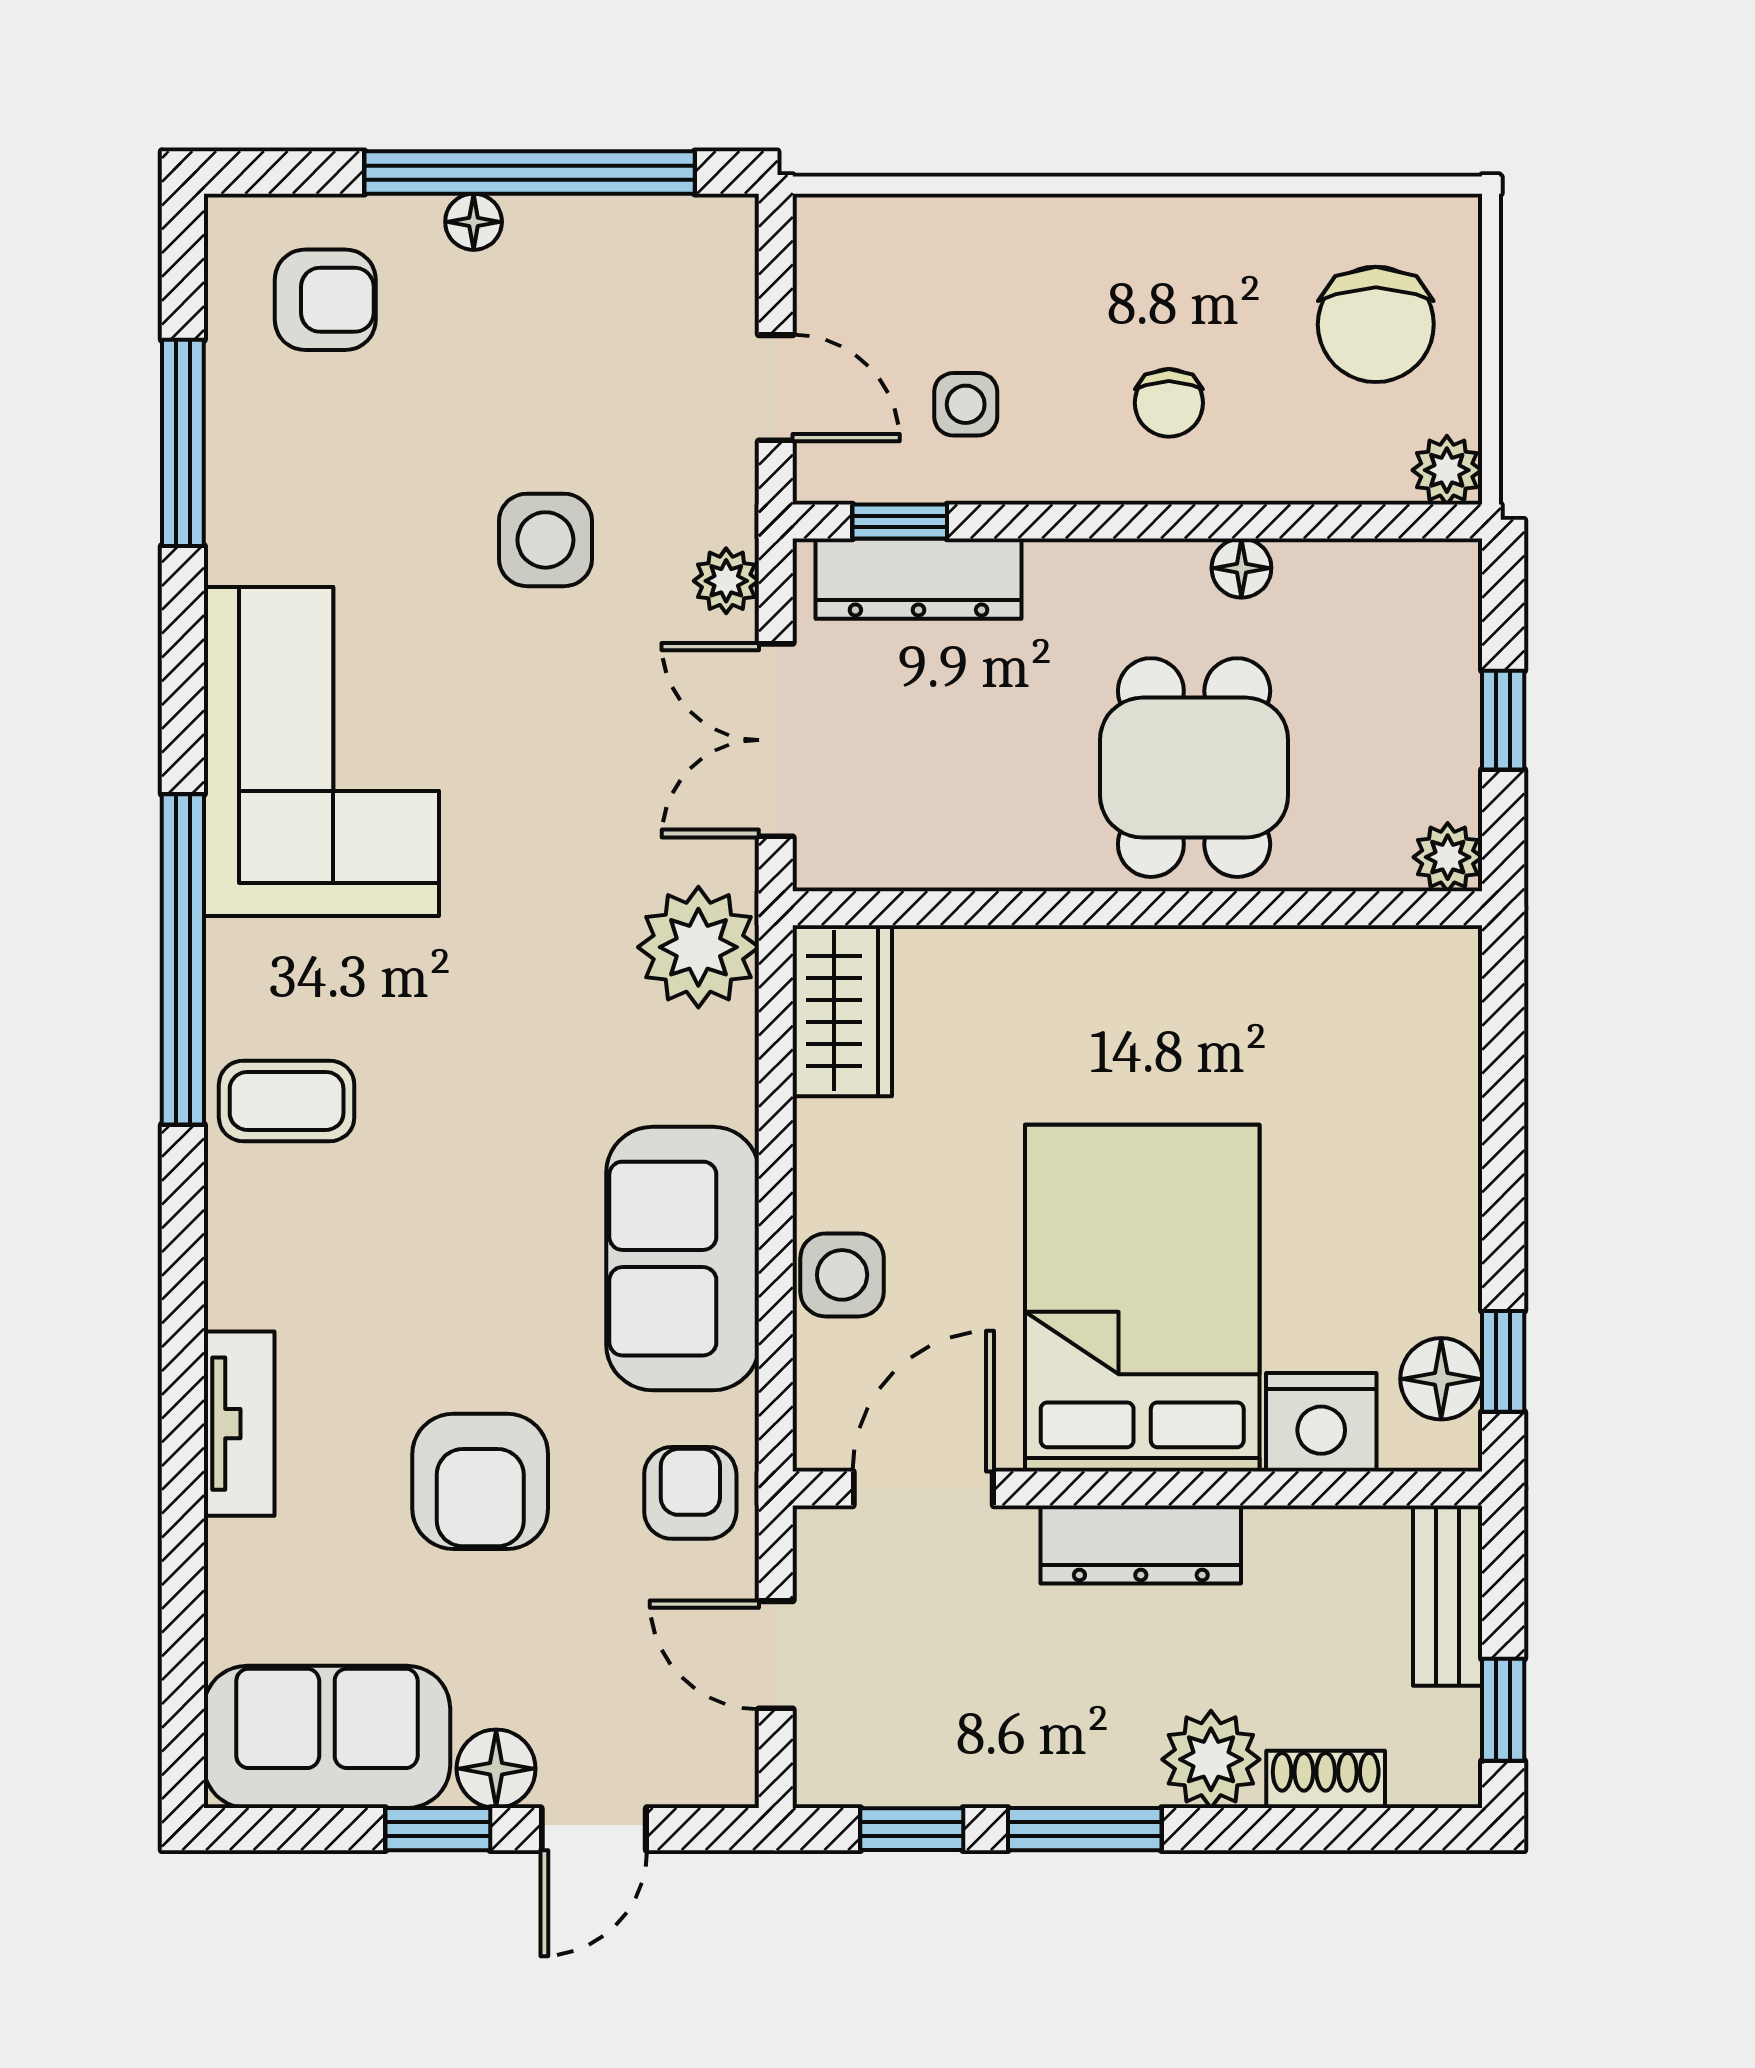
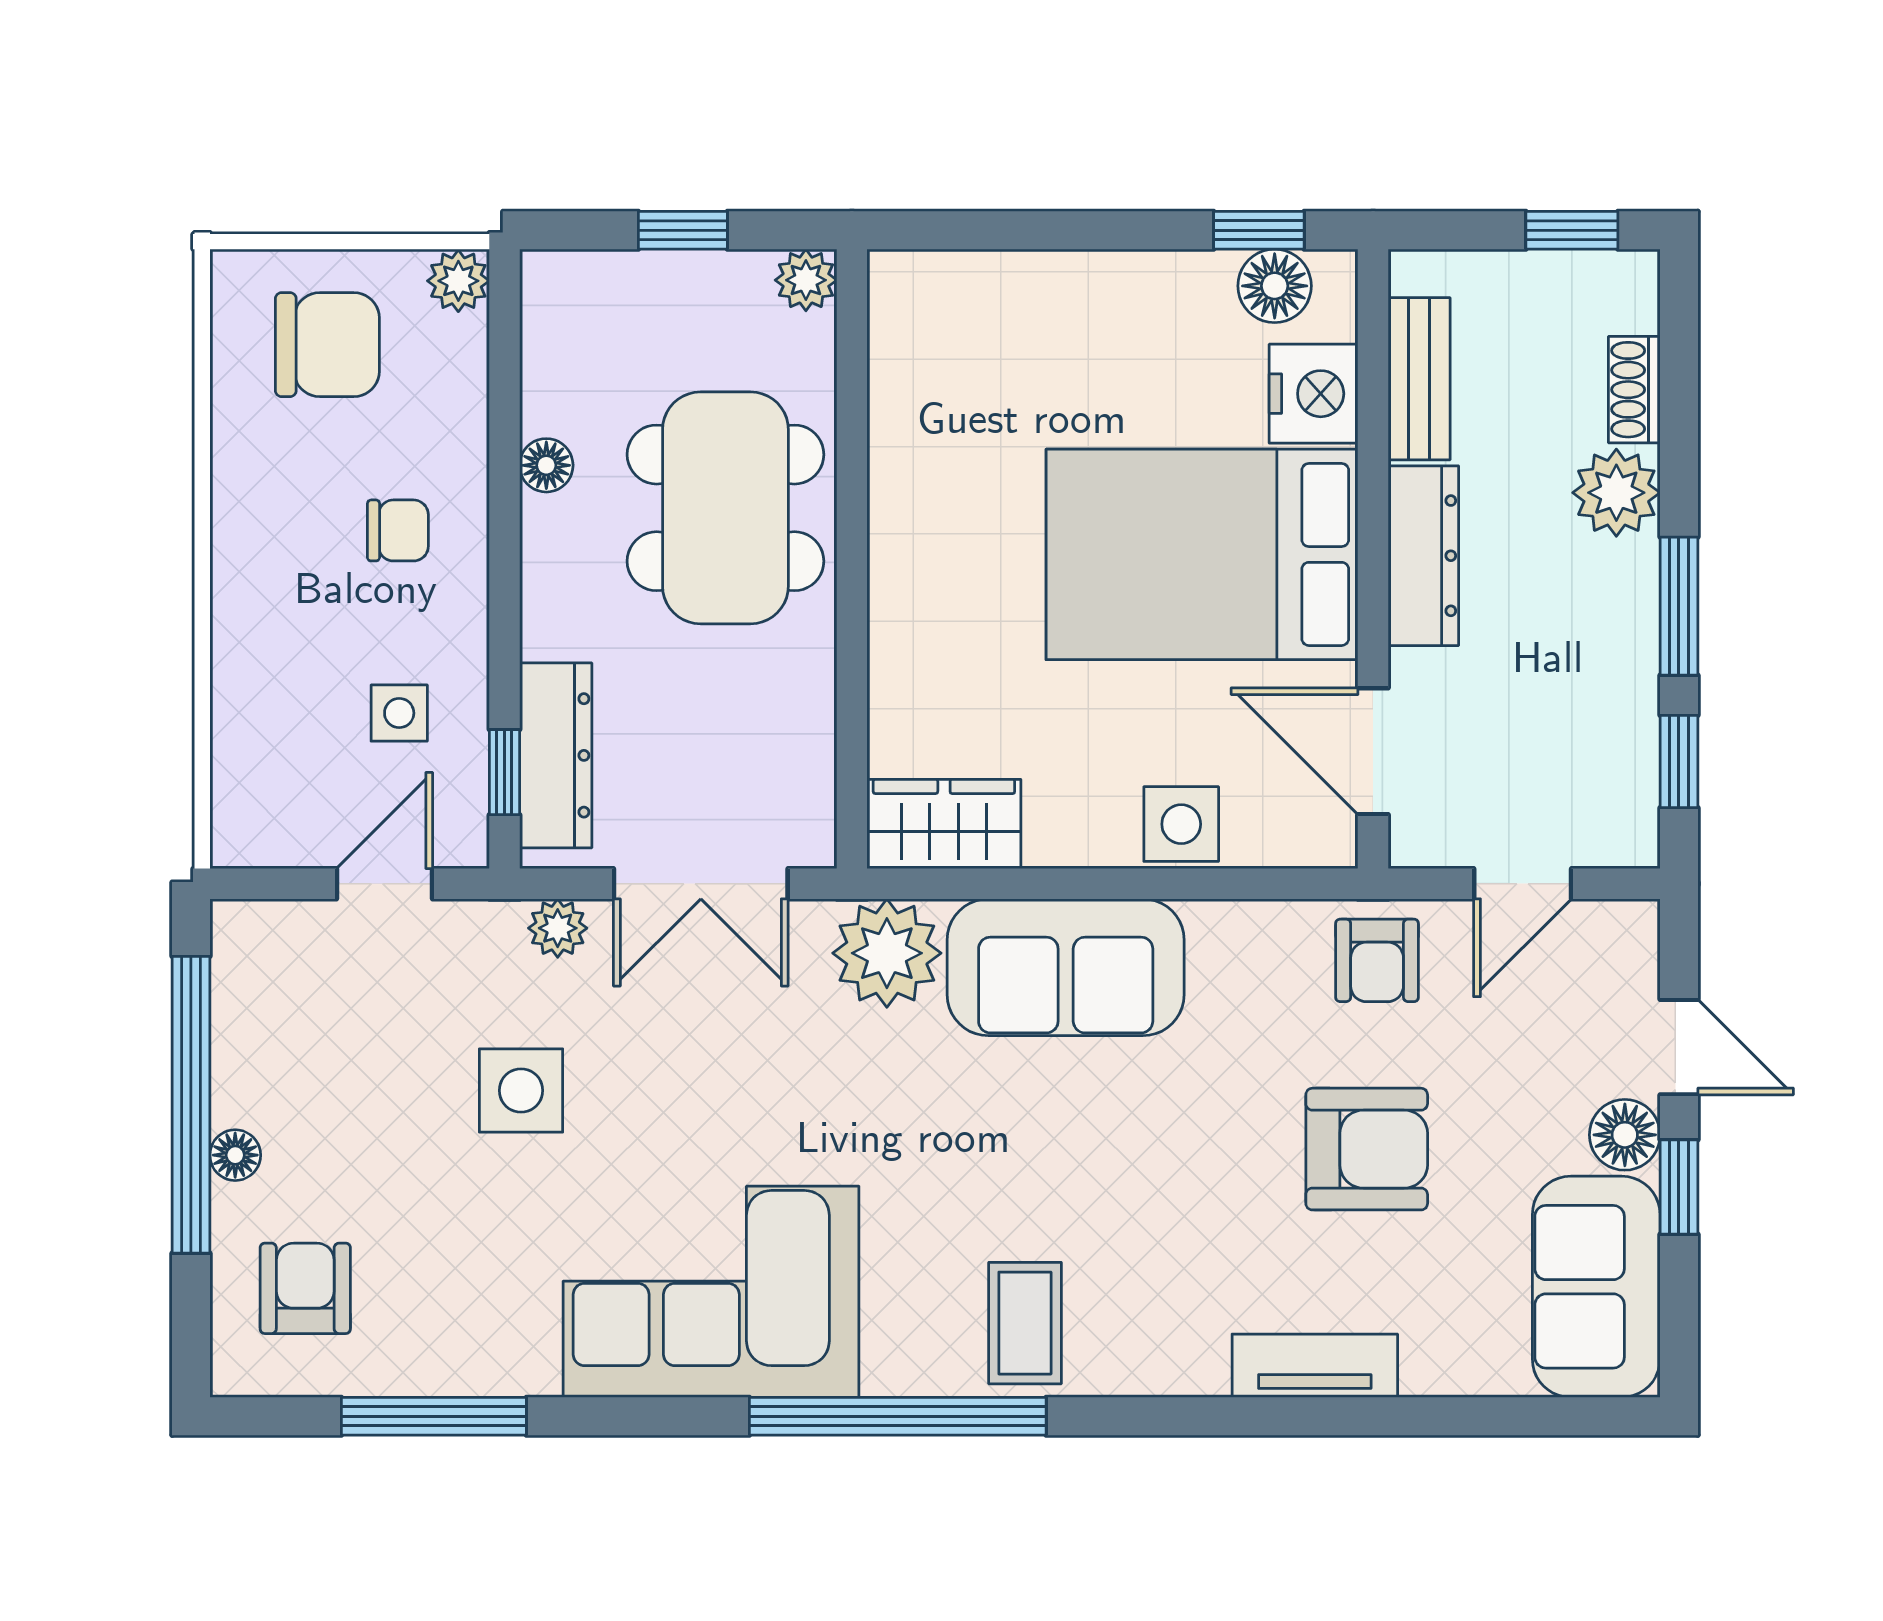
dining table: (1194, 768) -> (725, 508), width x1.38
sofa: (683, 1259) -> (1066, 967), moved
armchair: (690, 1493) -> (1377, 960), turned -90
bench: (1448, 1596) -> (1419, 379), moved, turned 90

